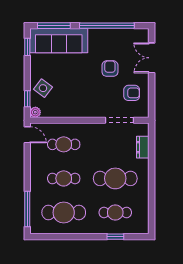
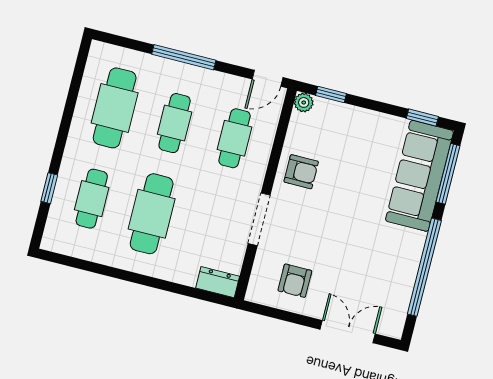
armchair: (110, 69) -> (301, 172), moved
side table: (43, 88) -> (343, 127), removed
doorway: (119, 120) -> (259, 219), moved
dresser: (143, 147) -> (218, 282), moved
window: (27, 209) -> (184, 57), moved

